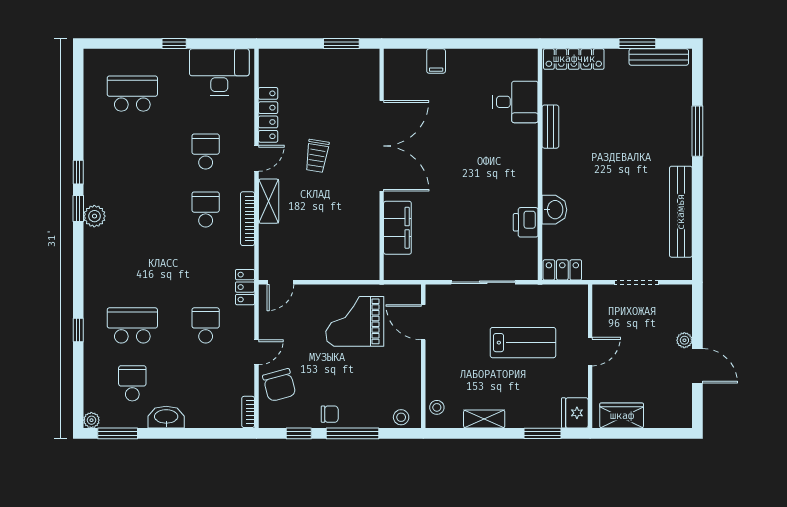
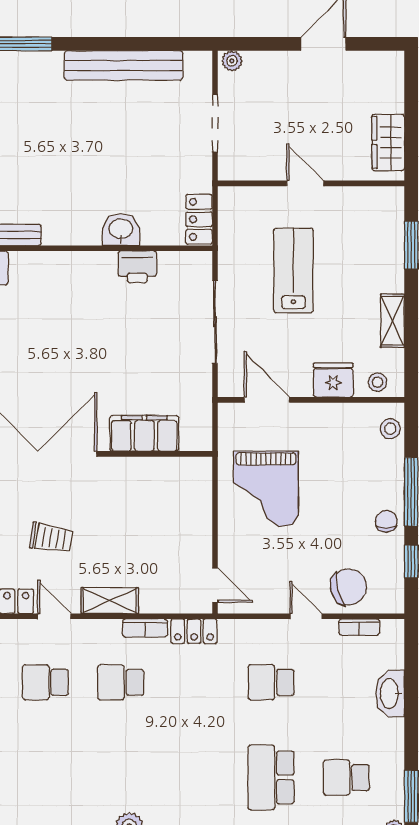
bookcase: (248, 219) -> (145, 628), width x0.64
locker: (245, 287) -> (194, 631), moved
door: (423, 322) -> (267, 400), swing flipped
plant: (684, 340) -> (232, 61), moved
bookcase: (248, 412) -> (359, 627), moved
fridge: (575, 413) -> (333, 380), moved, turned 180
washbasin: (166, 417) -> (390, 694), moved

